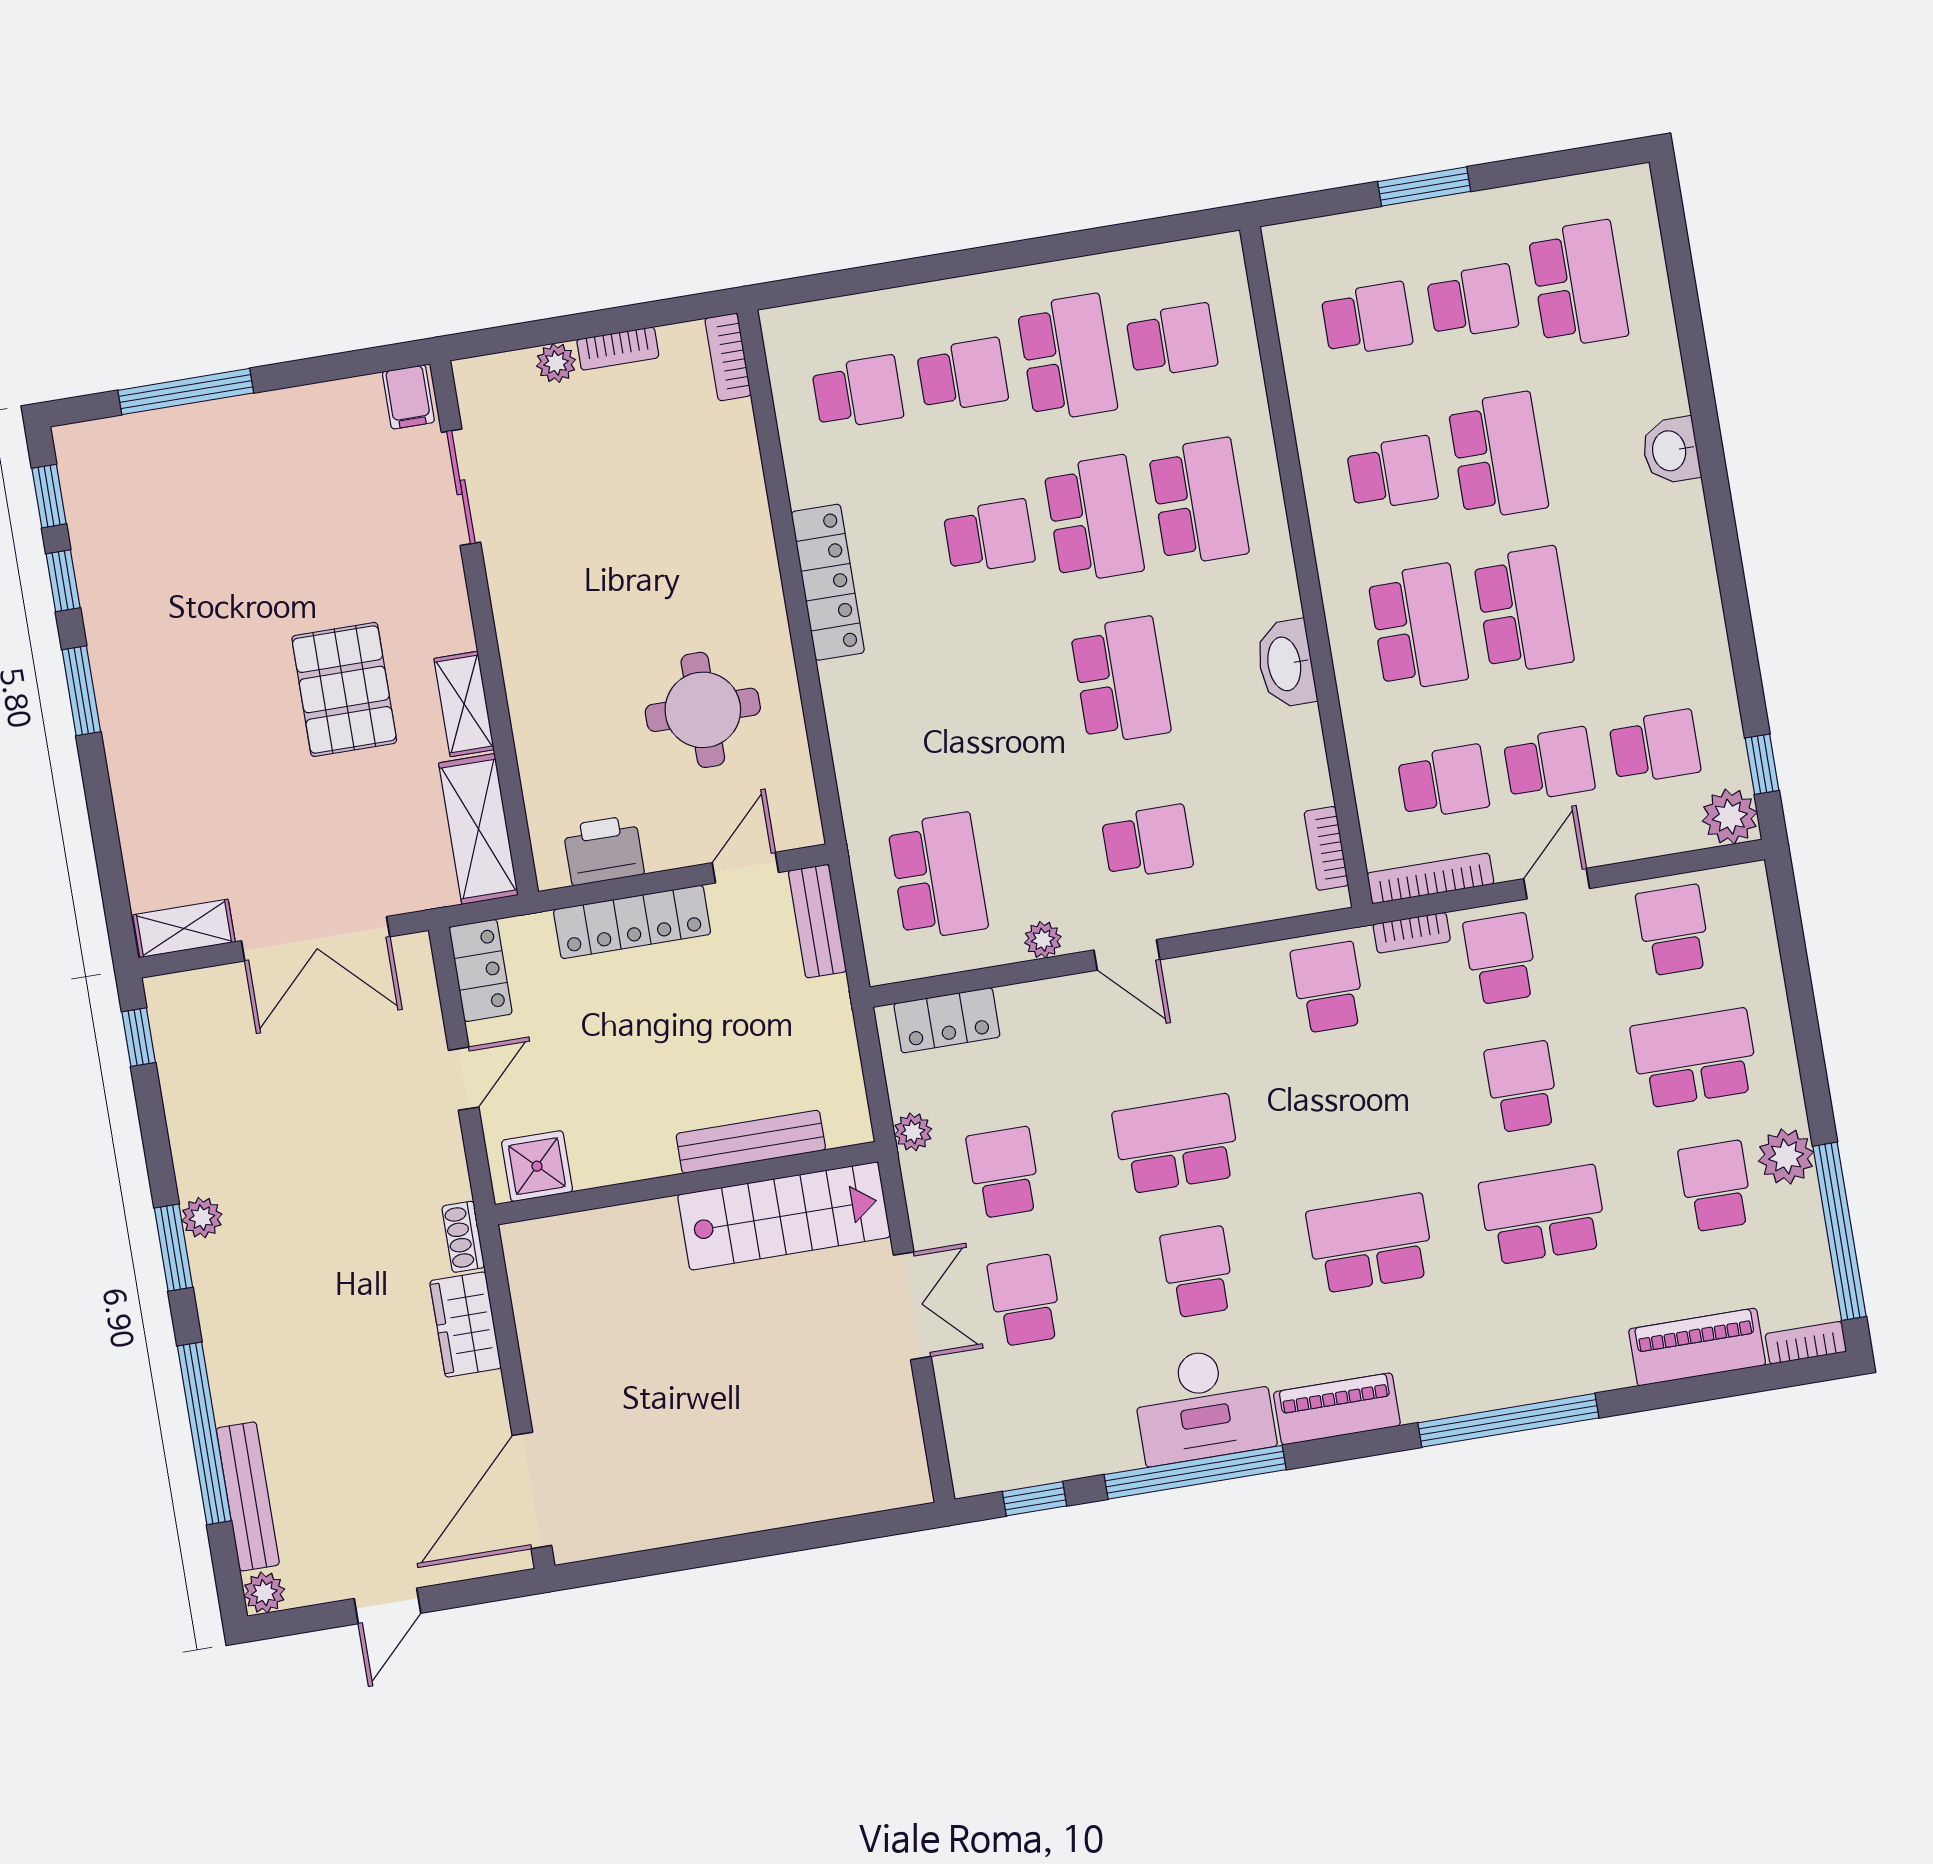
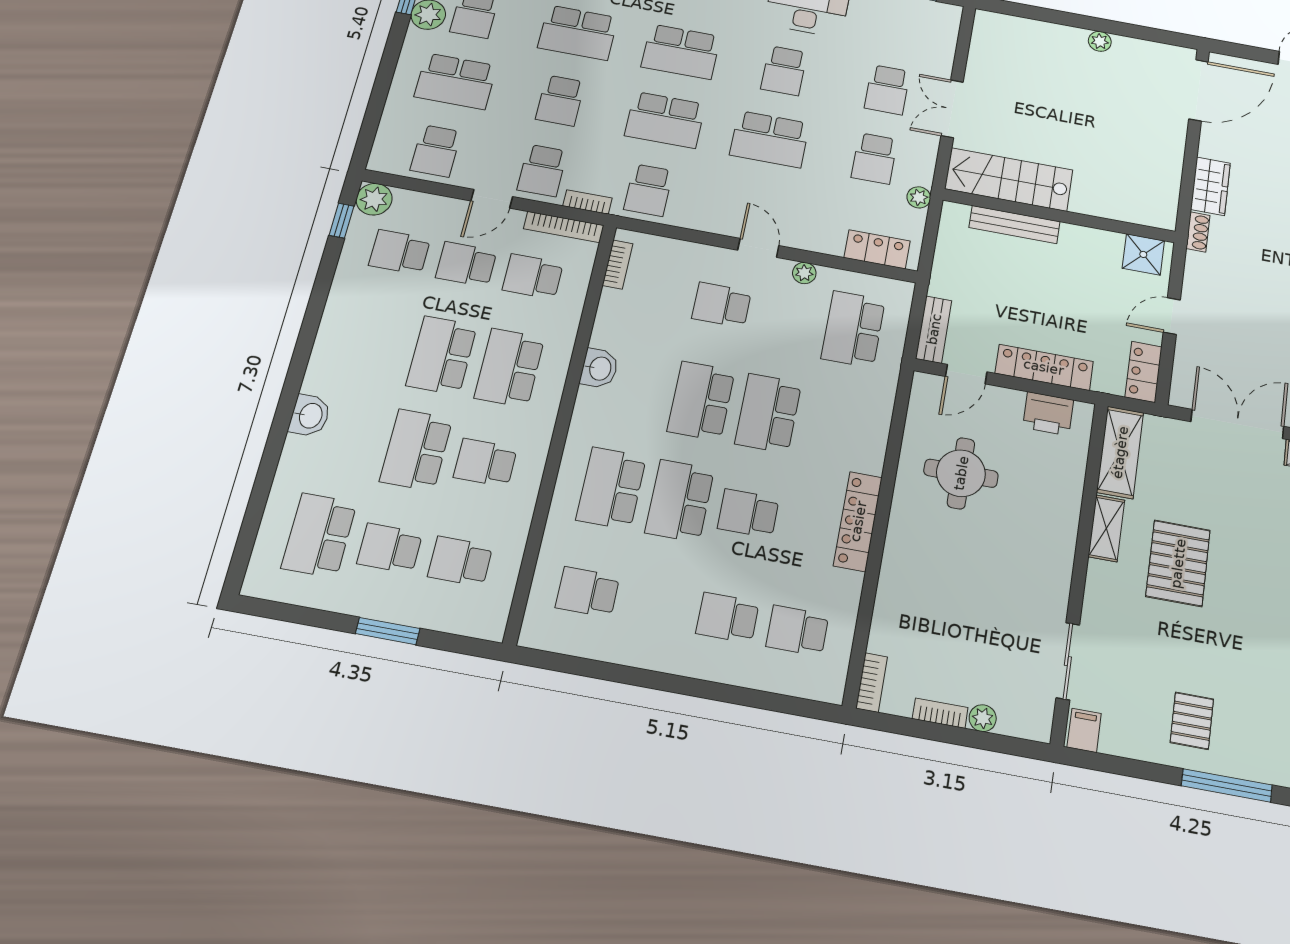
school desk: (1067, 358) -> (768, 413), moved
pallet: (260, 465) -> (1192, 721), added
washbasin: (1286, 664) -> (599, 368), width x0.72
school desk: (1349, 1115) -> (665, 120), added
plant: (716, 1519) -> (1100, 41), added

